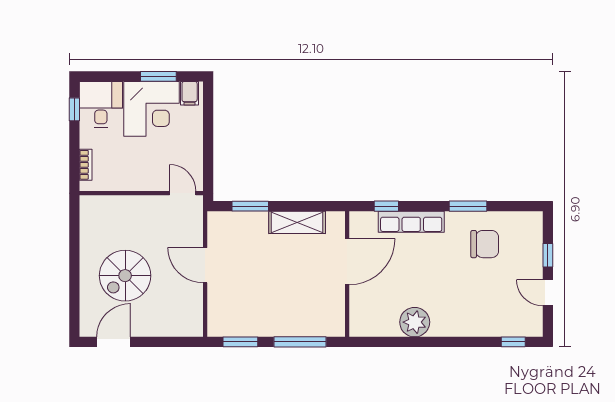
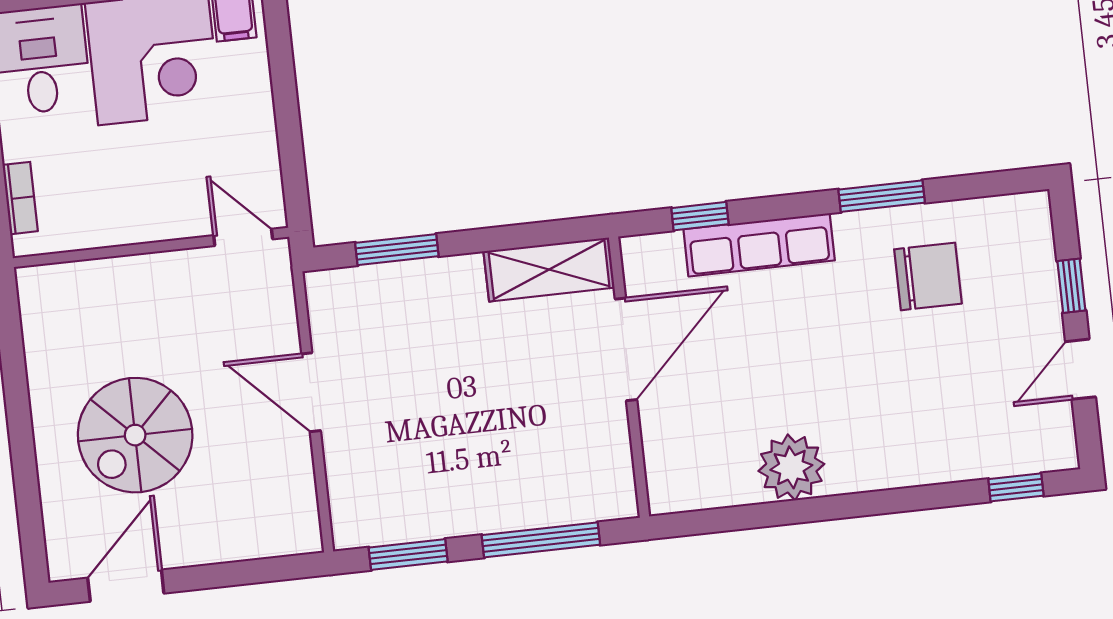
shelving: (297, 222) -> (549, 269), moved
door: (548, 293) -> (1081, 369), hinge flipped

